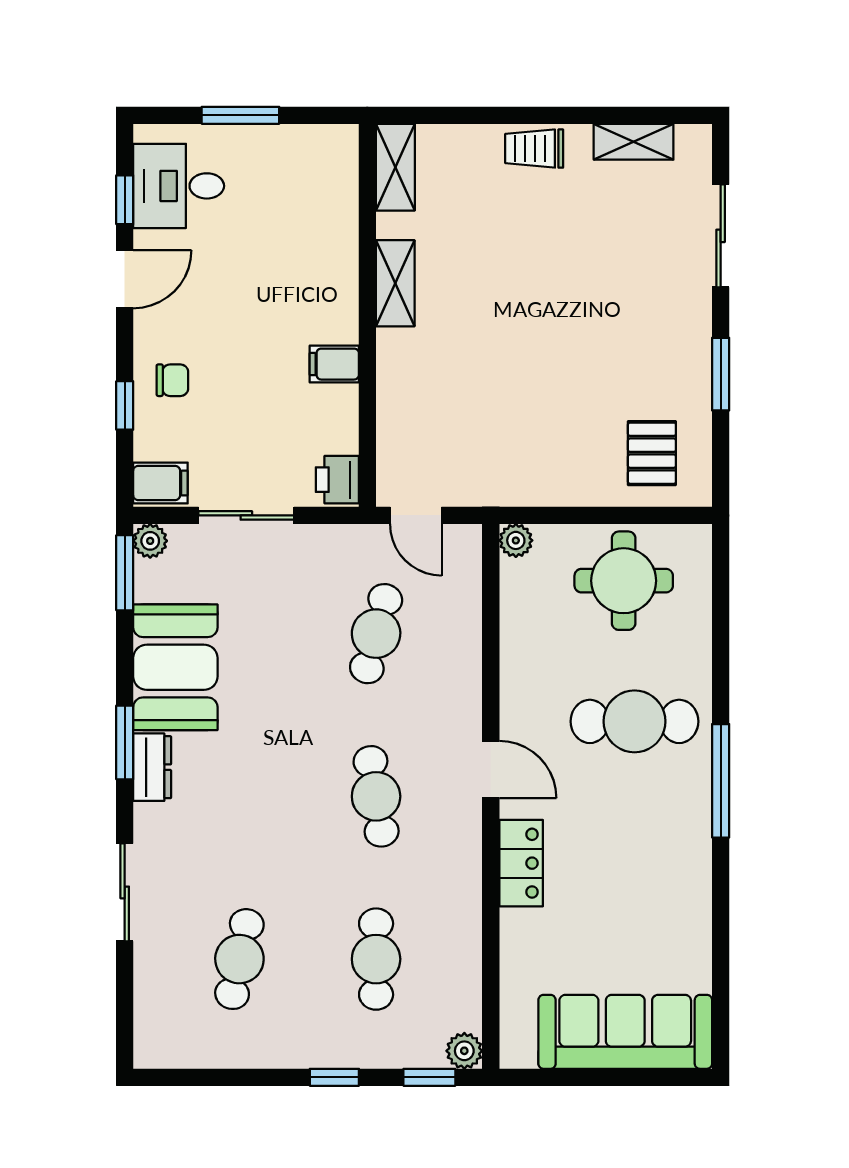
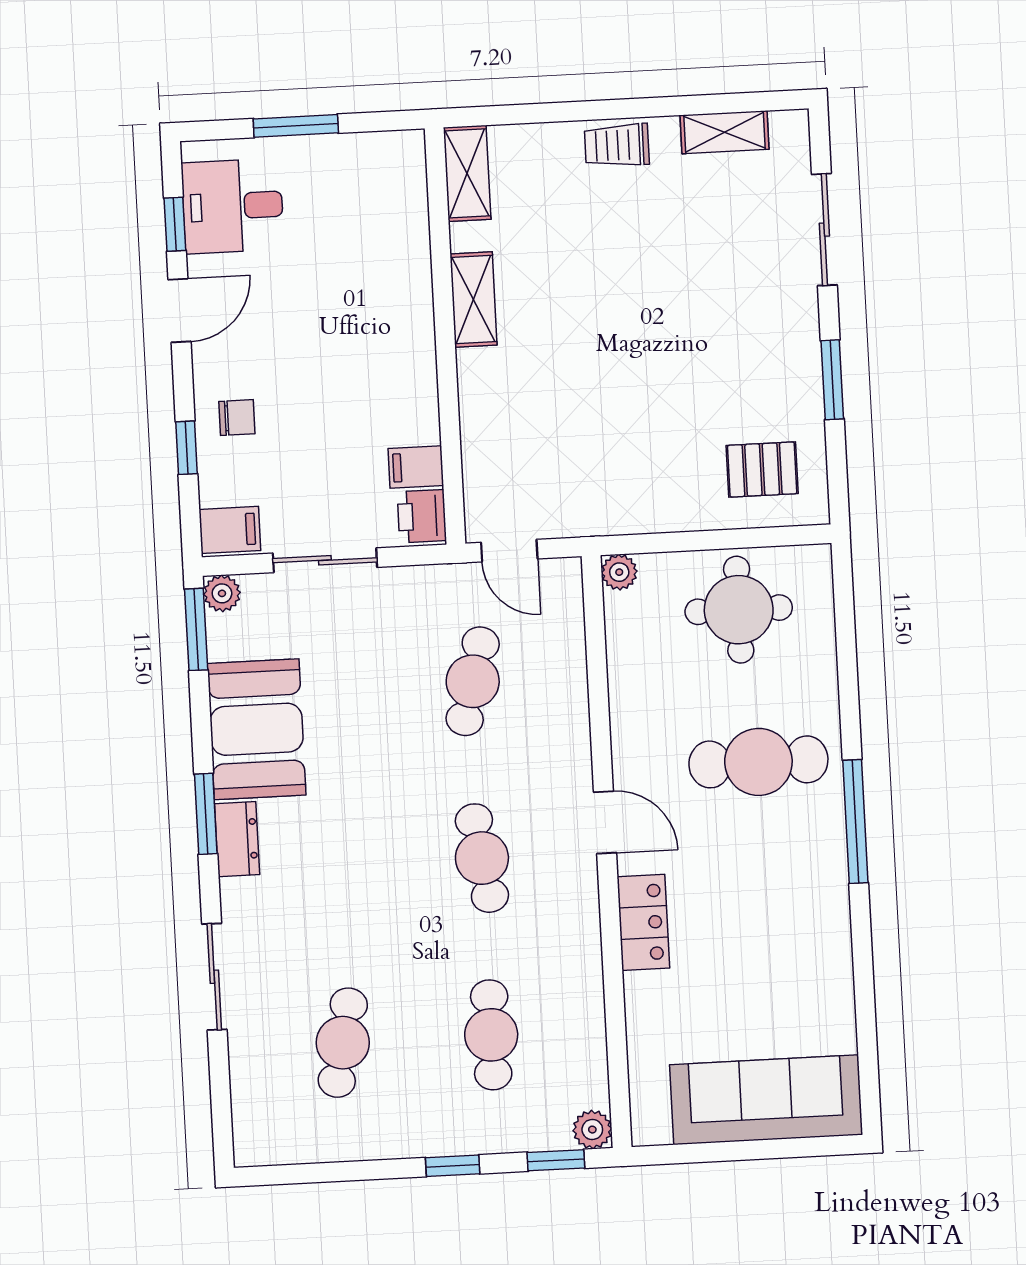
filing cabinet: (334, 364) -> (416, 467), moved
pallet: (652, 453) -> (762, 470), turned 90

